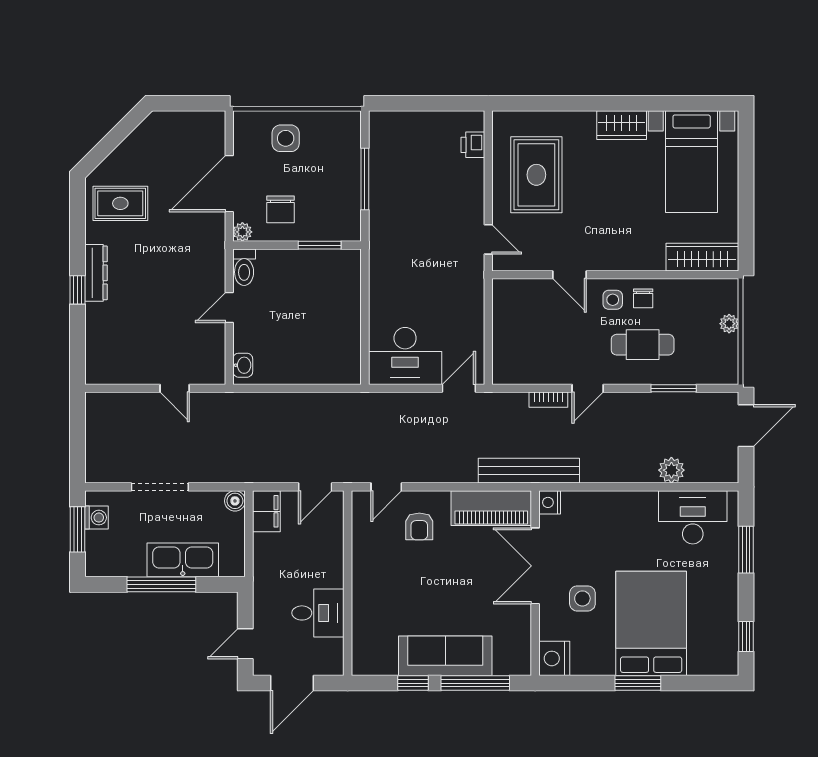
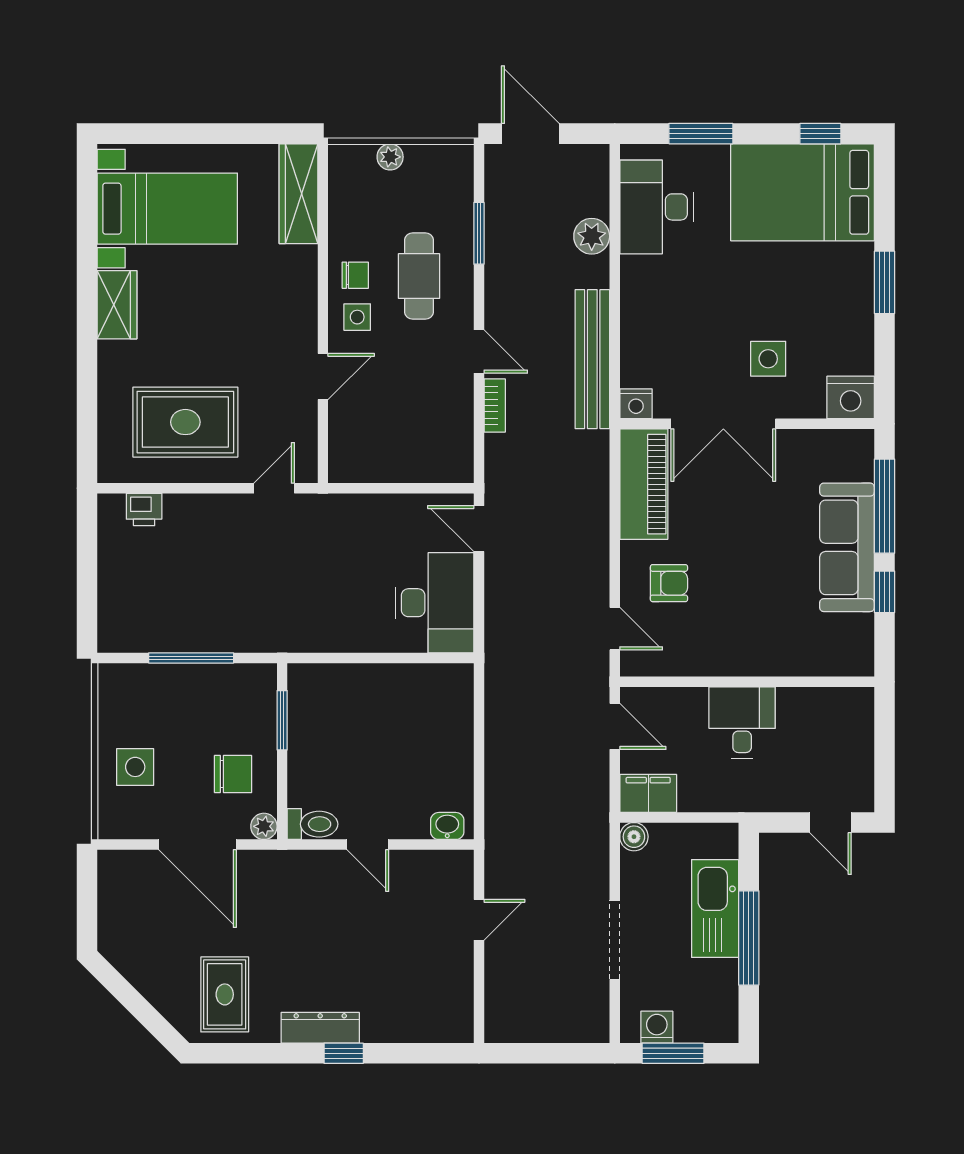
bench: (529, 471) -> (592, 359), moved
desk: (318, 613) -> (742, 723), moved
bed: (651, 623) -> (802, 192), moved
door: (292, 683) -> (884, 758), removed

